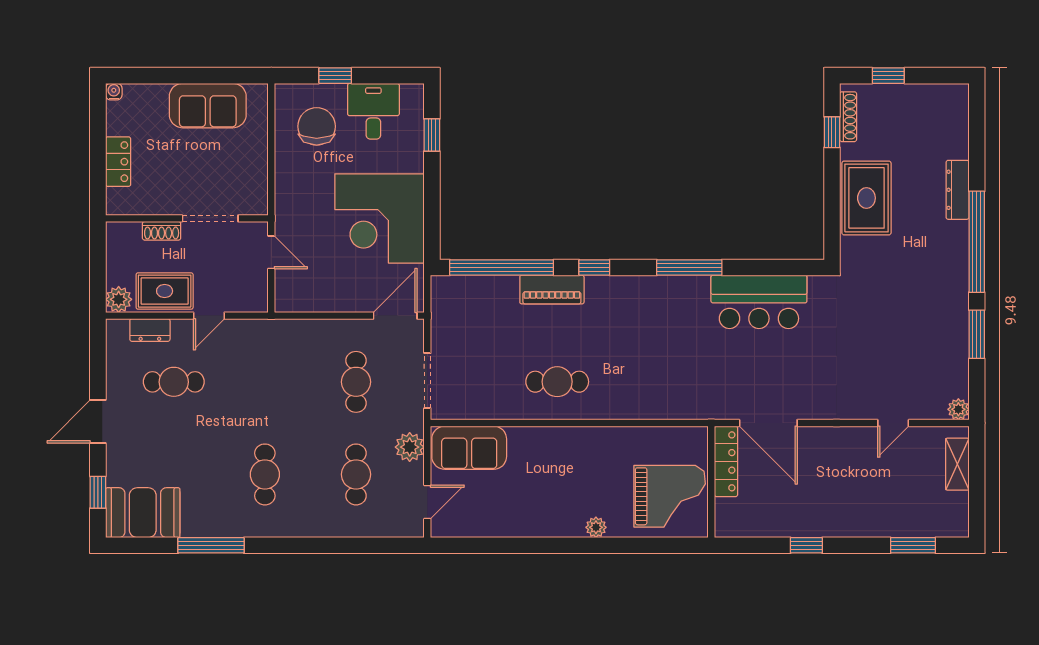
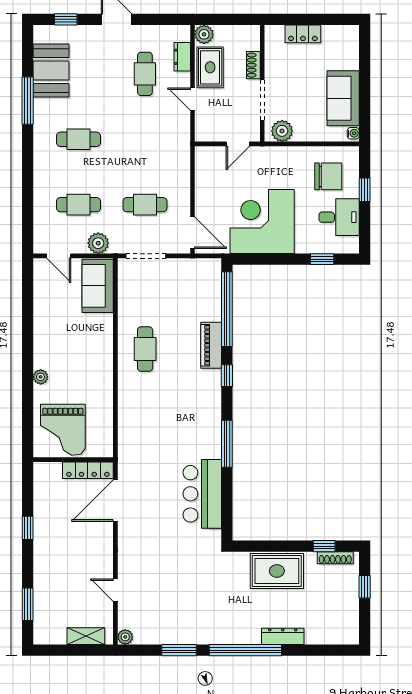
water cooler: (114, 92) -> (353, 133), moved
plant: (253, 191) -> (282, 131), added
booth: (143, 513) -> (51, 71), moved

